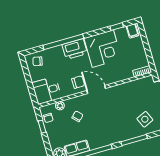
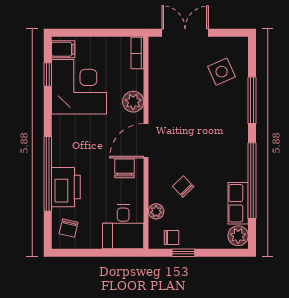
printer: (75, 49) -> (66, 187), moved
corner desk: (103, 49) -> (79, 87), moved
plant: (115, 77) -> (133, 102), added

